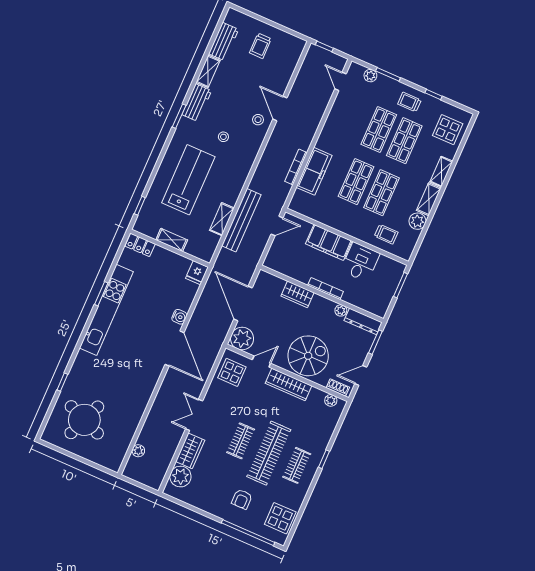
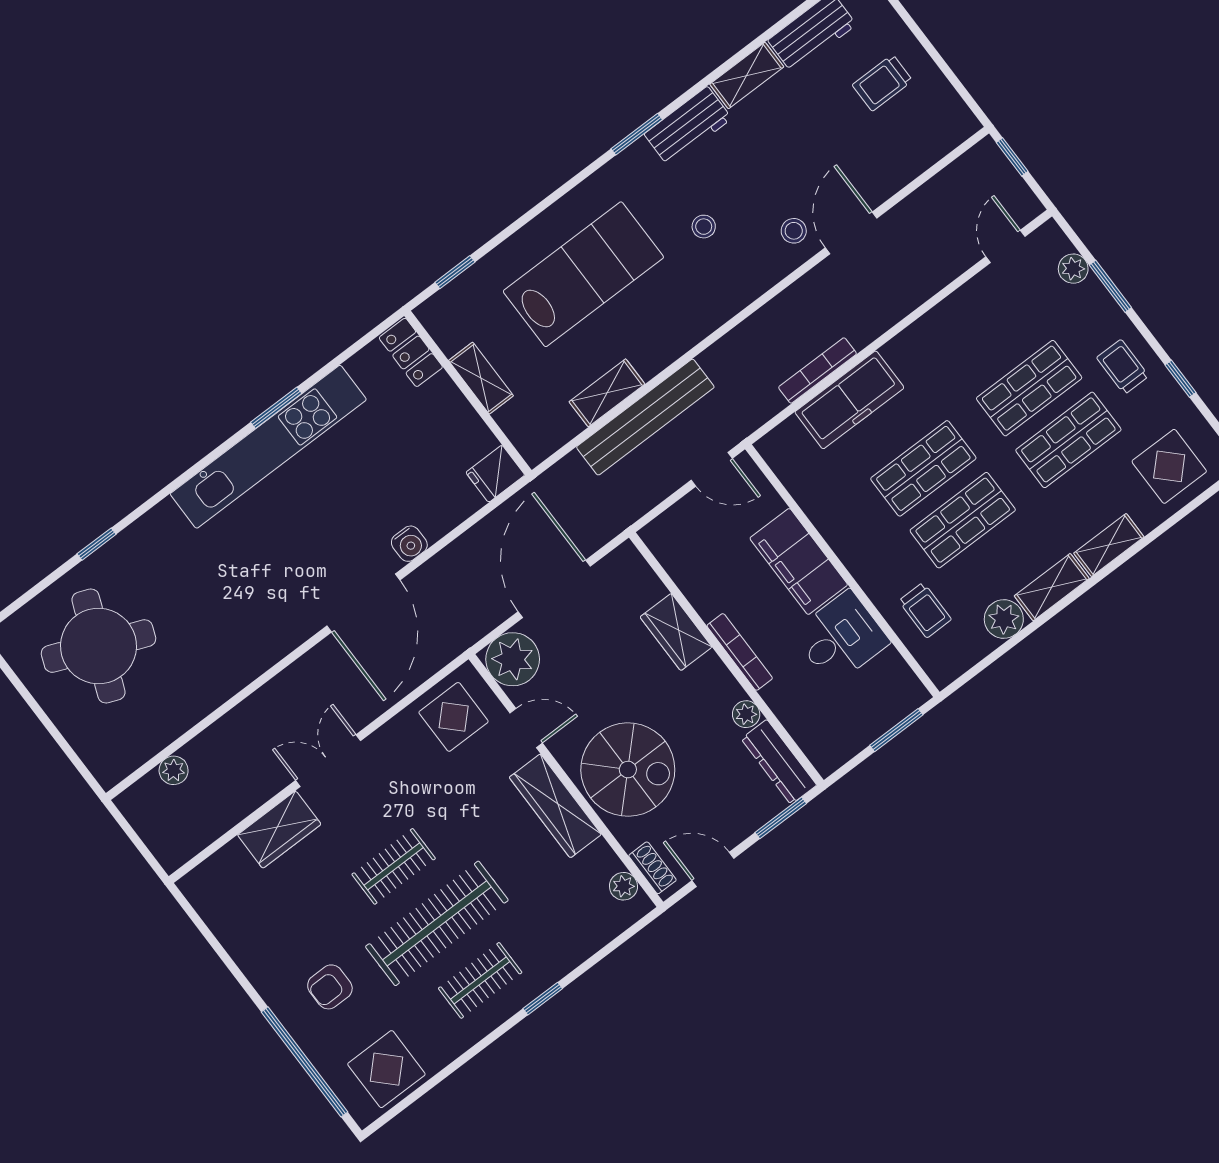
plant: (180, 477) -> (230, 871), removed

